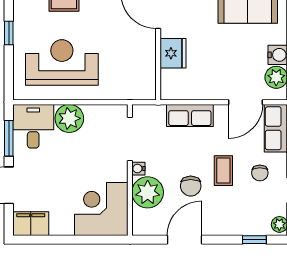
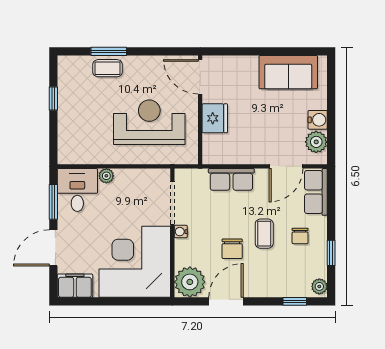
reception desk: (62, 62) -> (149, 122), moved
plant: (69, 118) -> (106, 176), width x0.53, depth x0.53
plant: (148, 192) -> (190, 282), moved
corner desk: (101, 209) -> (135, 262), width x1.36, depth x1.36

